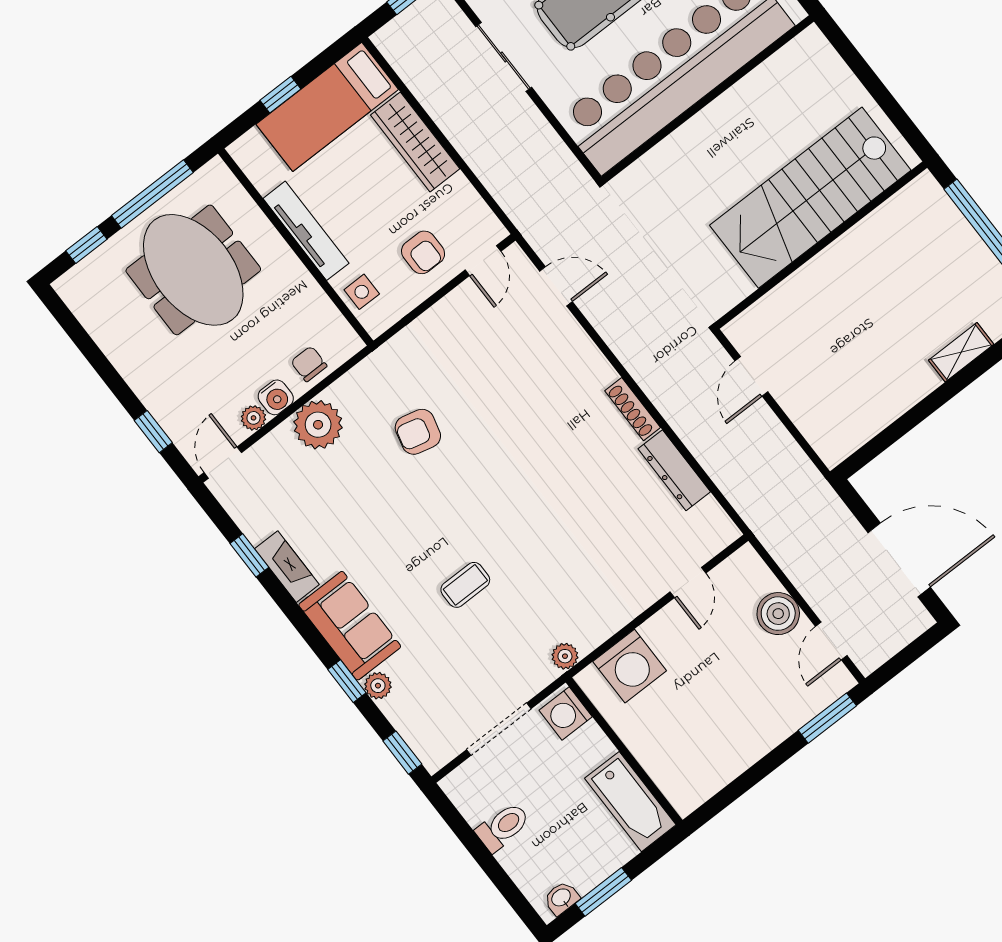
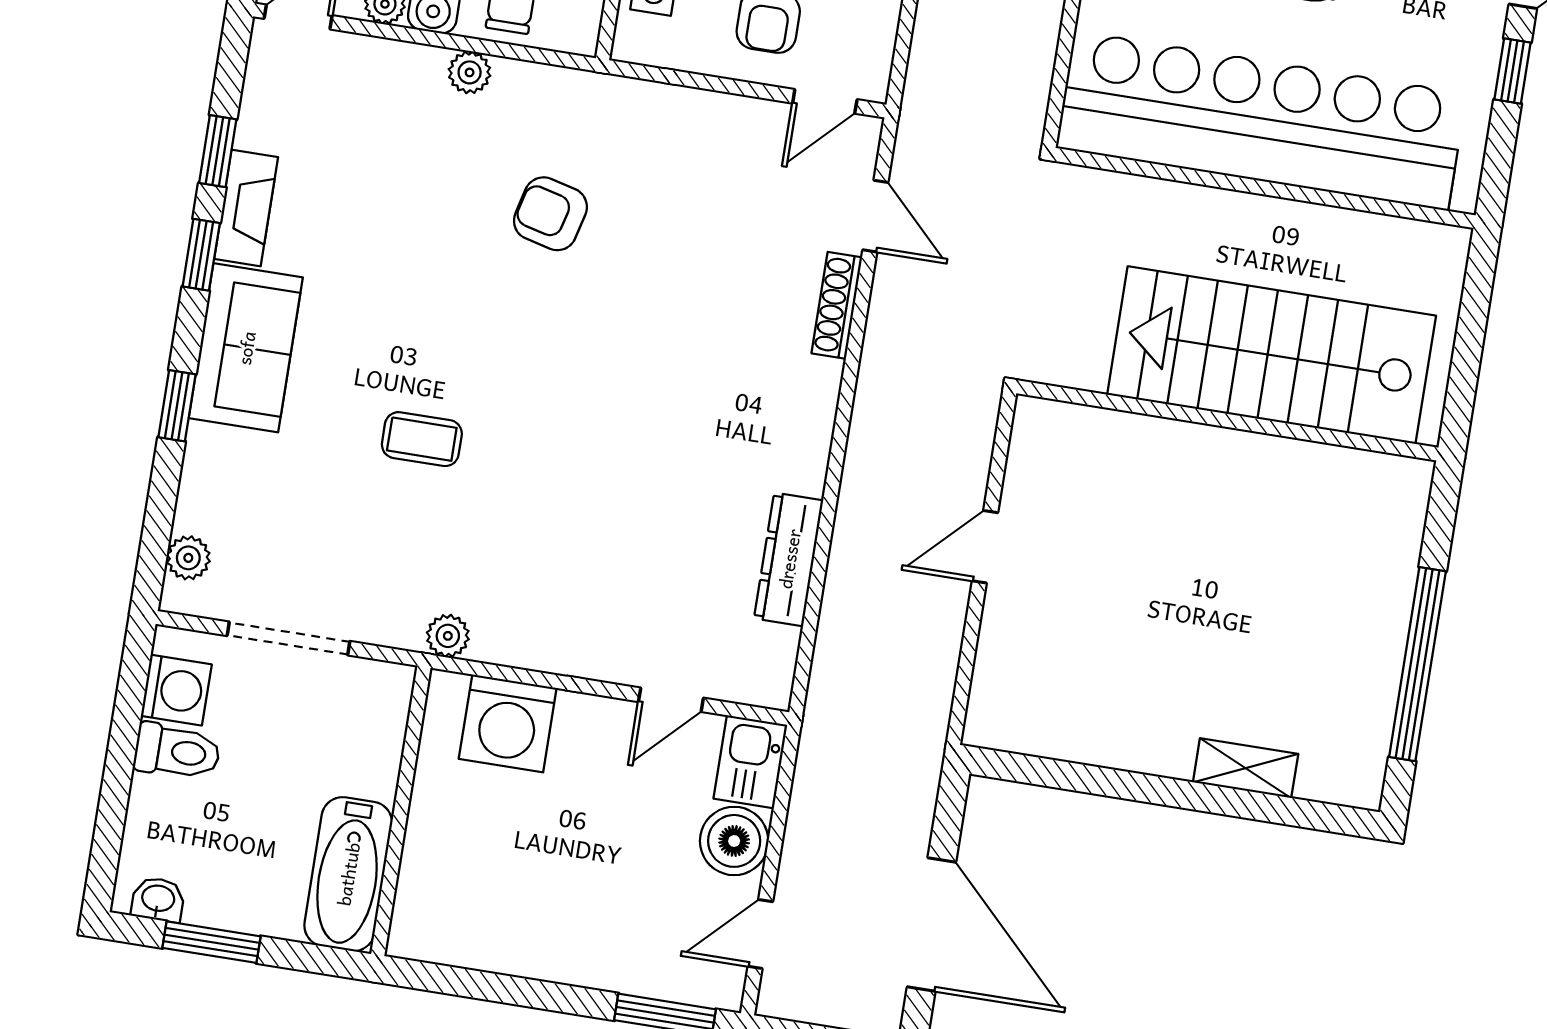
stairs: (810, 198) -> (1272, 355), moved
wall: (821, 245) -> (1227, 420), moved
shoe rack: (633, 409) -> (837, 305), moved
plant: (318, 425) -> (470, 72), width x0.53, depth x0.53
kitchen sink: (749, 573) -> (750, 762), added
plant: (378, 686) -> (188, 558), moved
washing machine: (566, 714) -> (176, 690), moved, turned 180
window: (402, 753) -> (201, 255), moved

